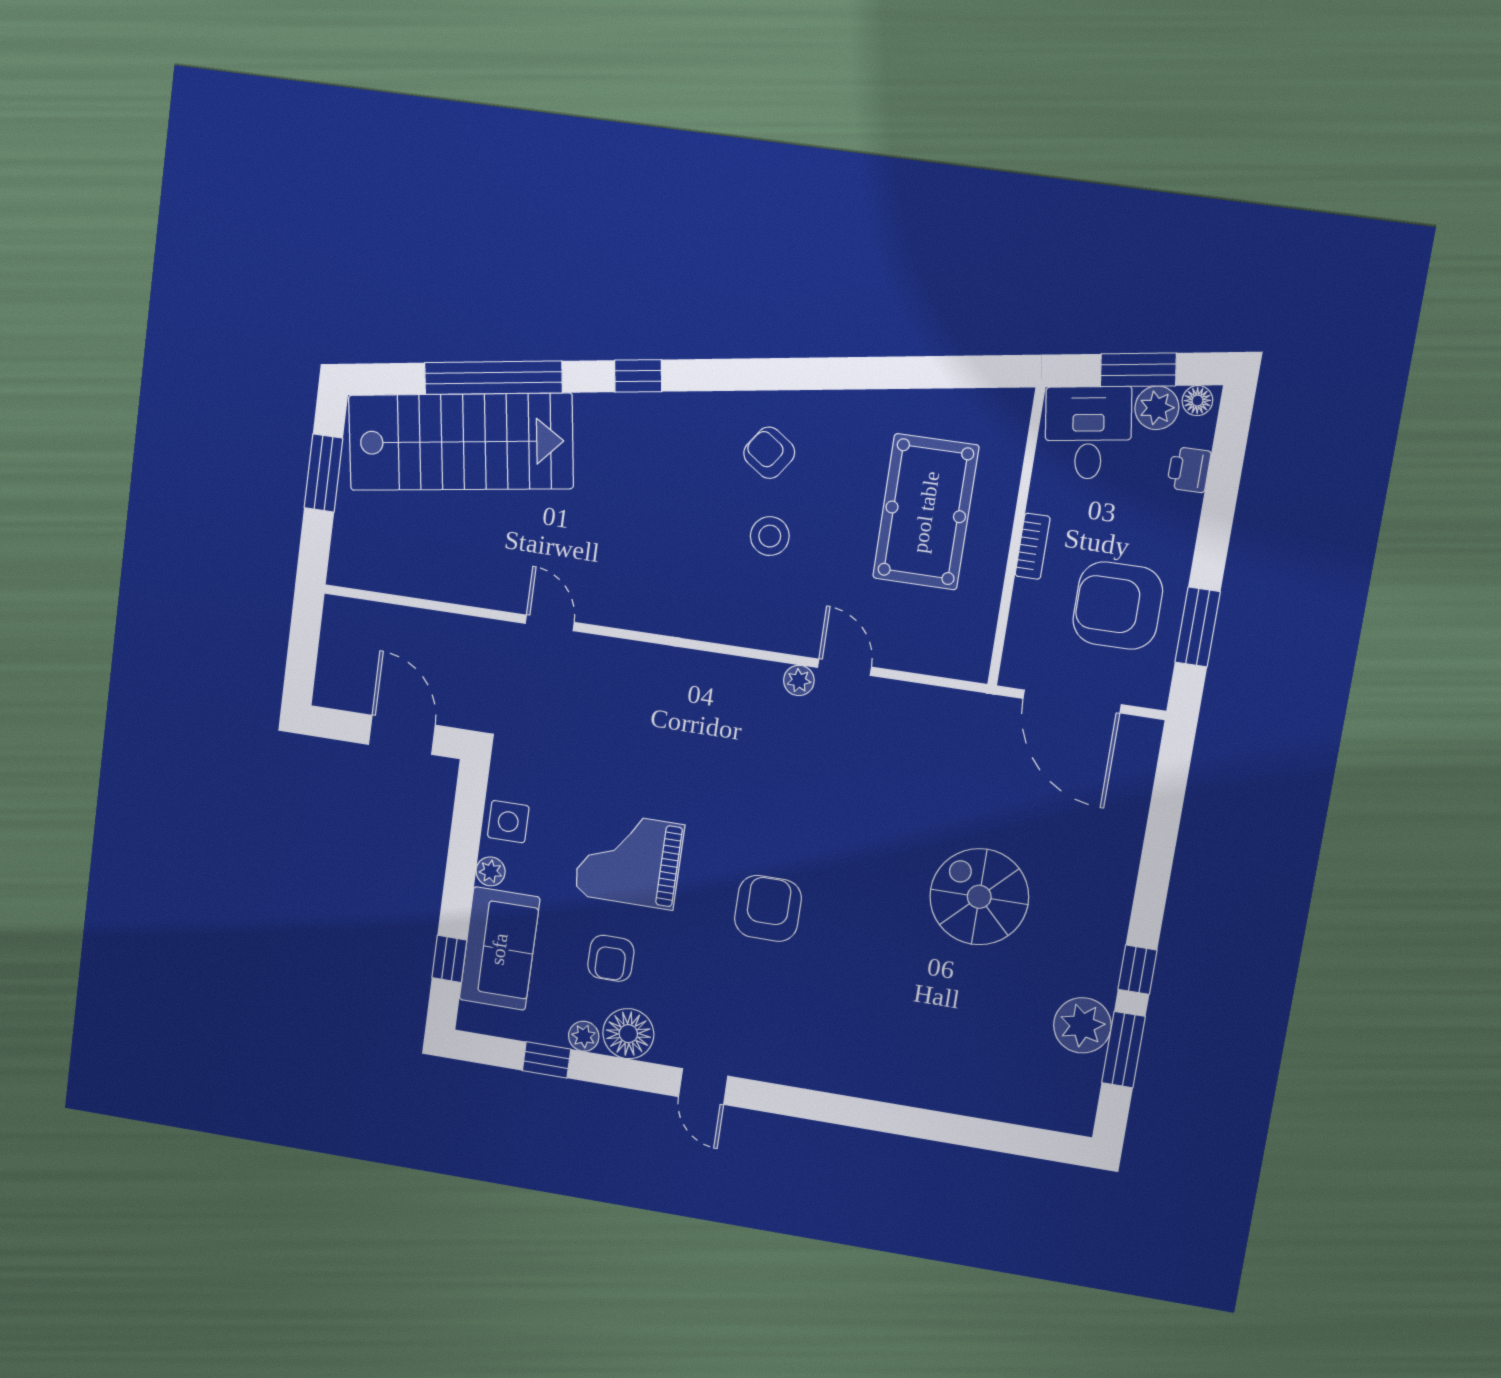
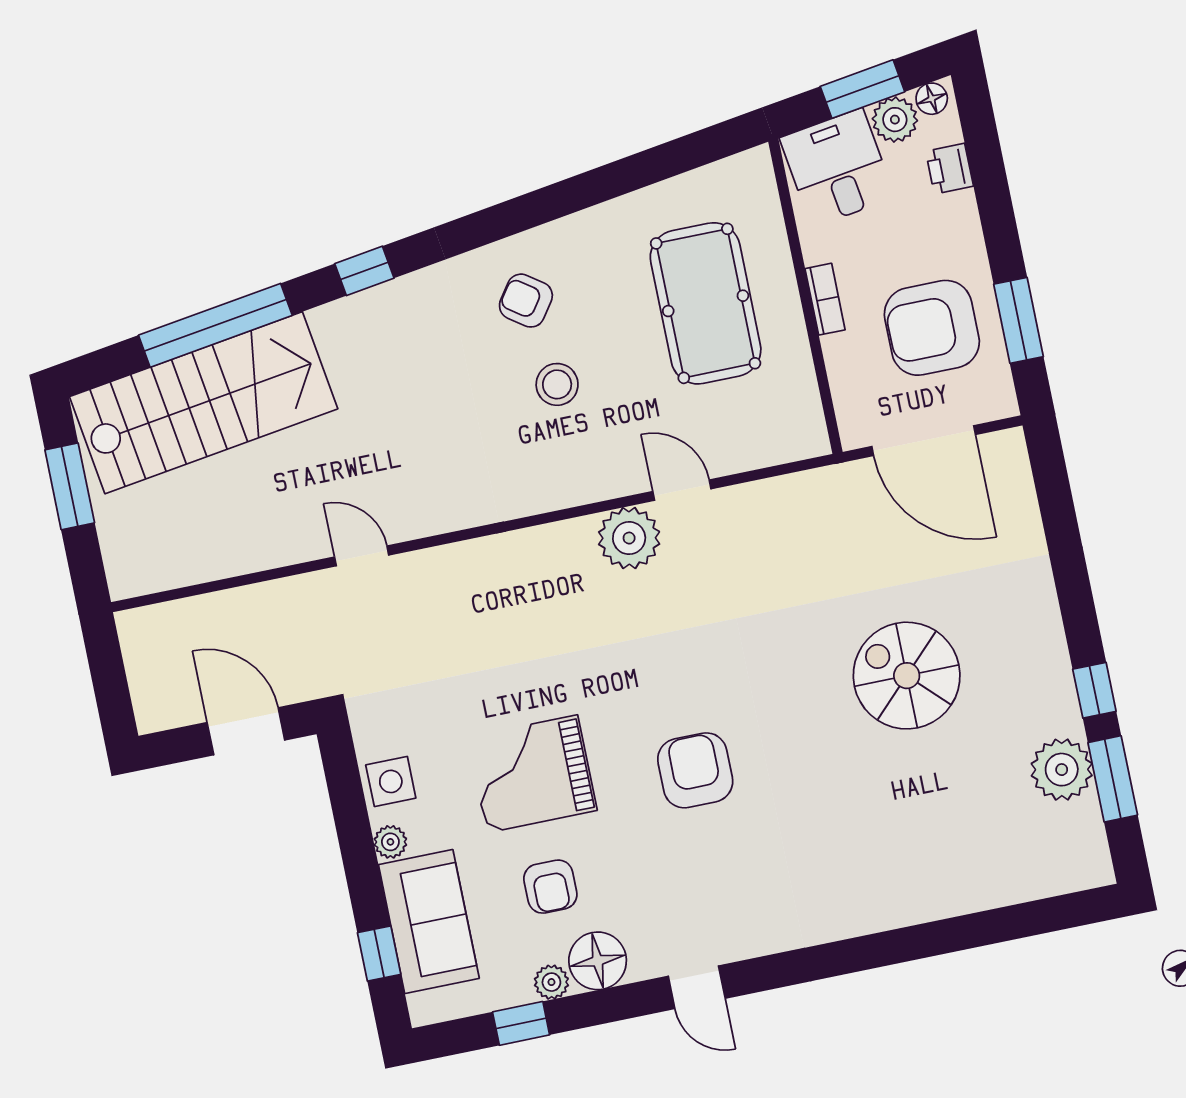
plant: (799, 680) -> (629, 538), width x1.88, depth x1.88

